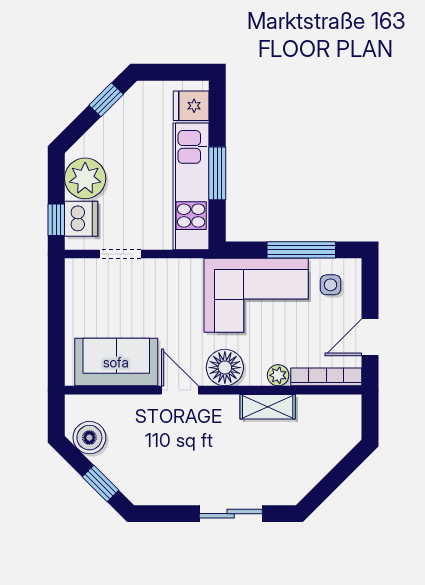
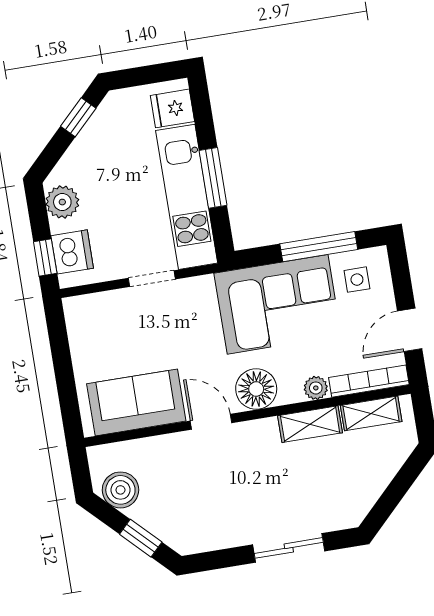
plant: (85, 178) -> (62, 202), width x0.73, depth x0.73
doorway: (120, 254) -> (152, 279), moved
shelving: (324, 406) -> (371, 413), added

